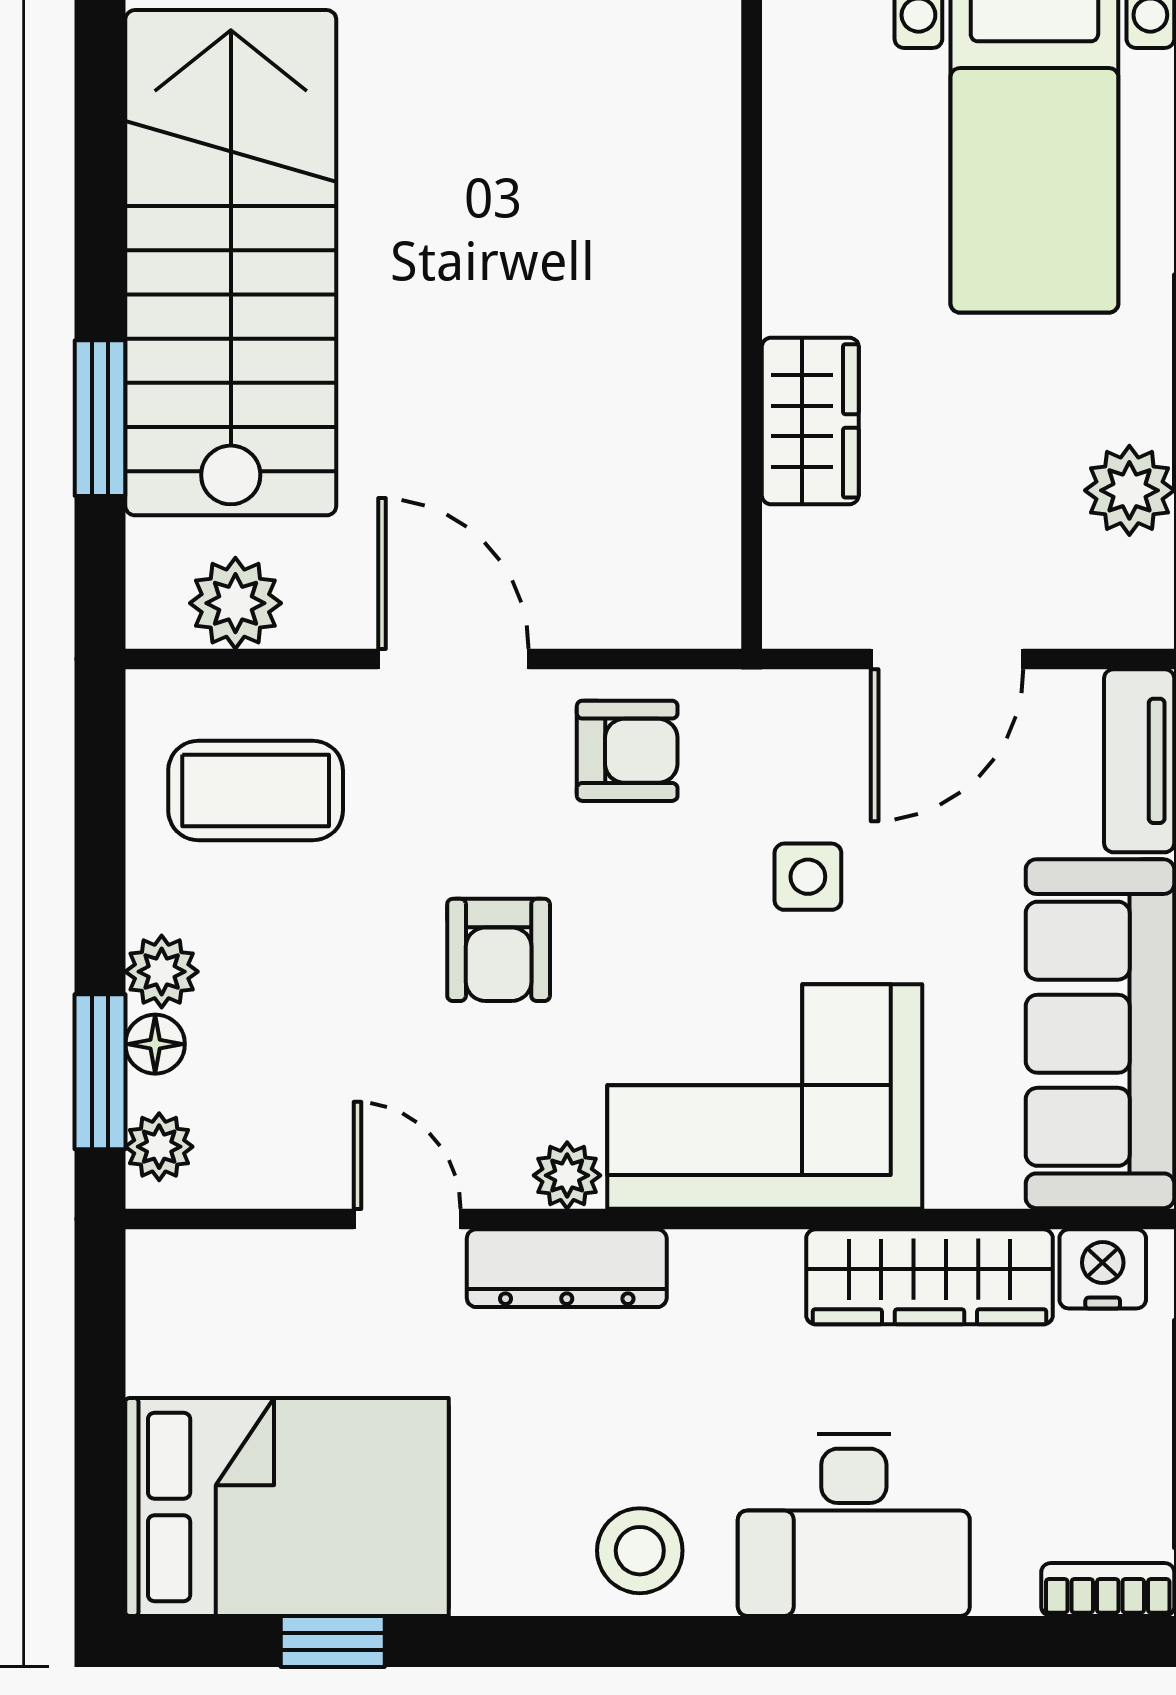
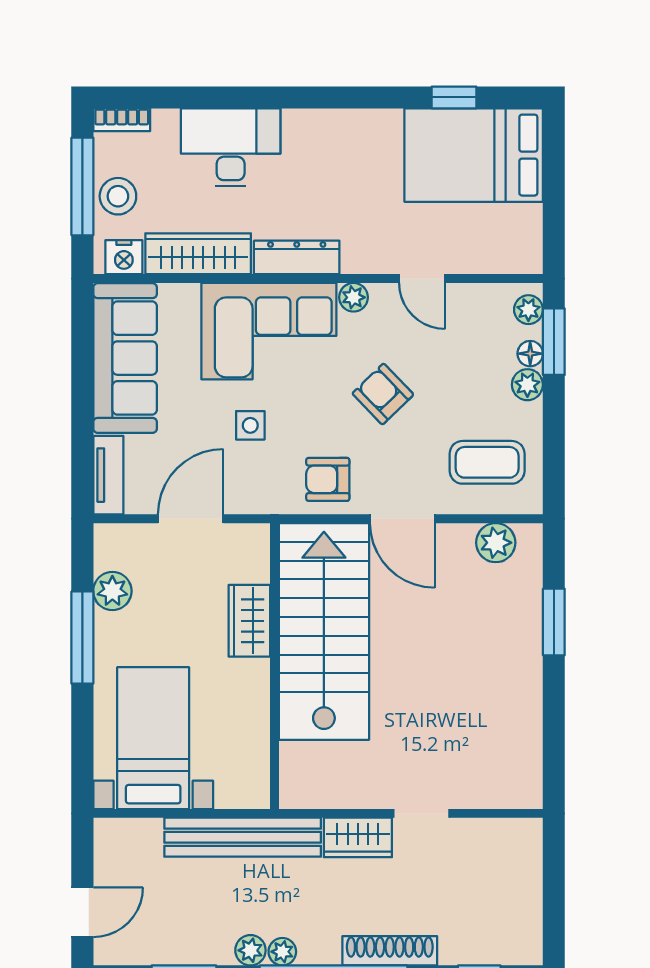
stairs: (231, 263) -> (324, 631), moved, turned 180
armchair: (499, 950) -> (383, 394), turned -44
dresser: (567, 1268) -> (297, 257), moved
stool: (640, 1551) -> (118, 196), moved

